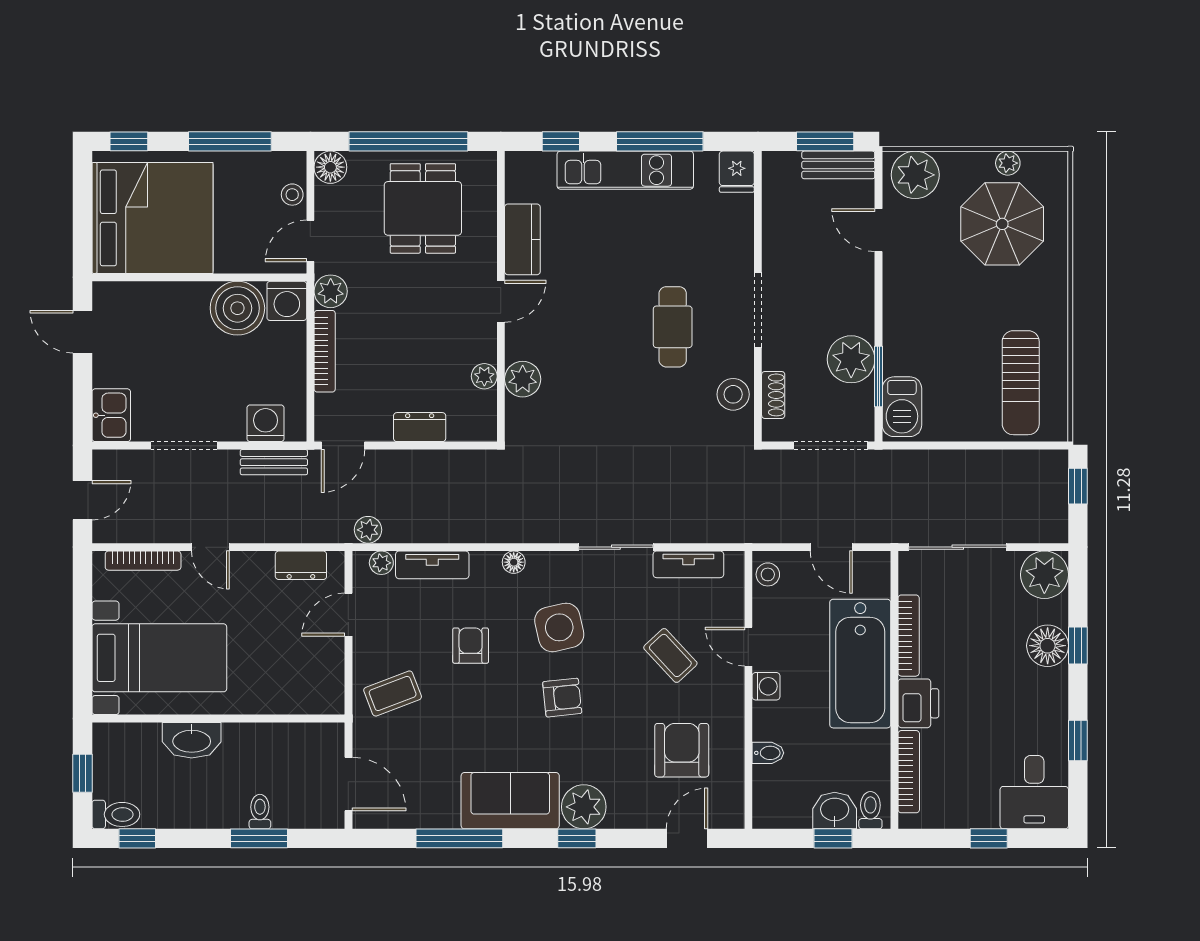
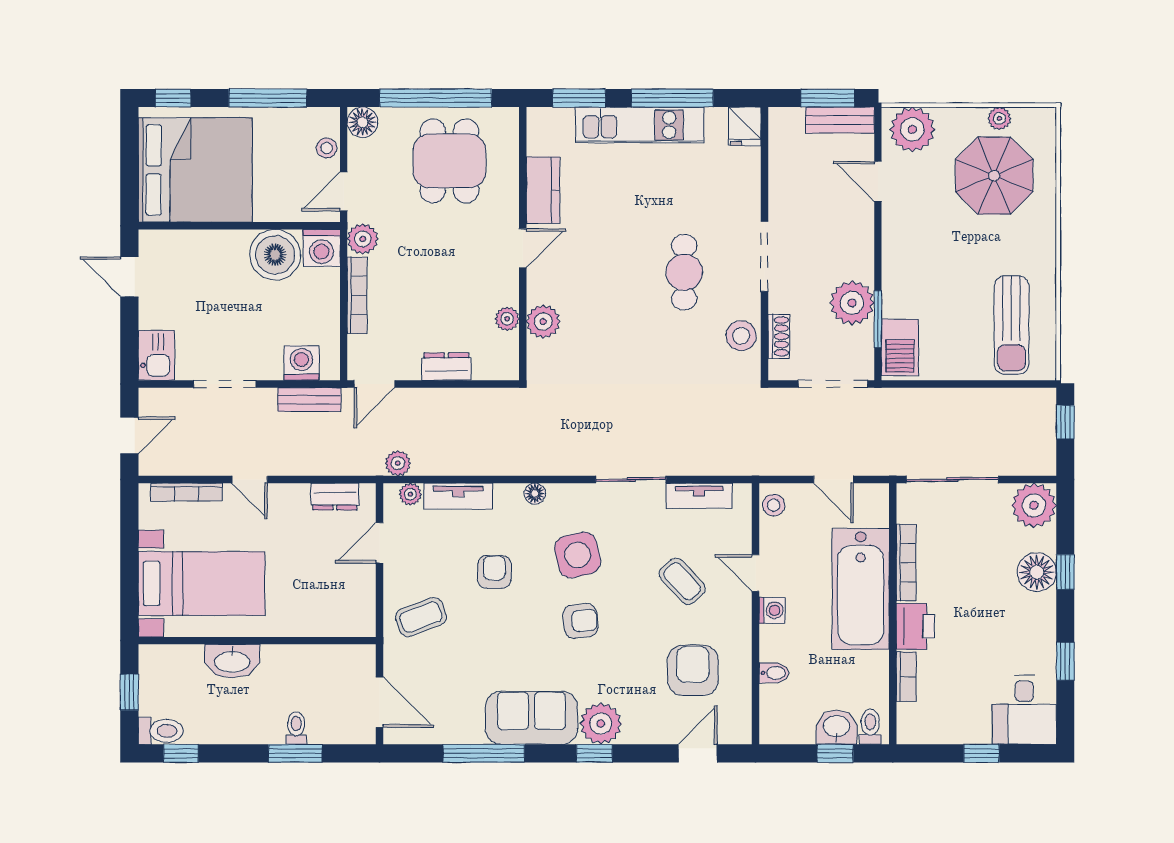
window: (561, 141) -> (579, 98), width x1.50
bookcase: (909, 772) -> (906, 677), width x0.64

